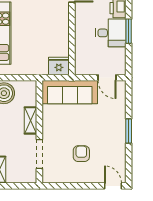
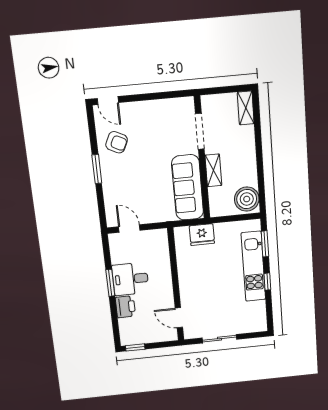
fridge: (59, 66) -> (202, 235), moved
sofa: (70, 92) -> (188, 188), moved, turned -90
armchair: (81, 154) -> (117, 142), moved, turned -64

